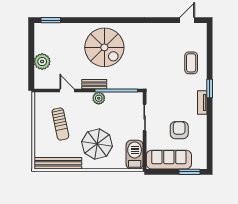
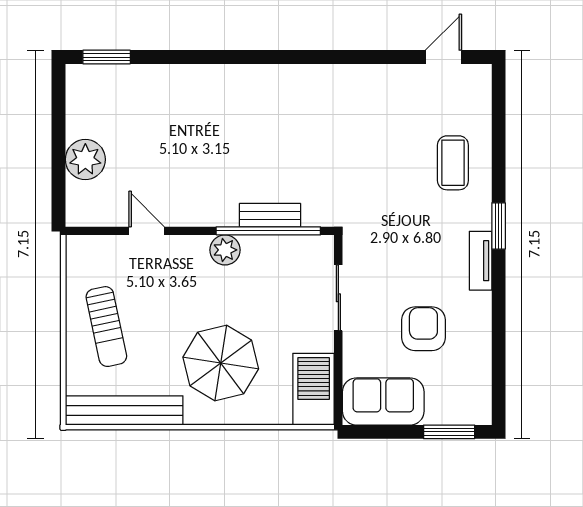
spiral stairs: (104, 47) -> (239, 125), removed
bench: (94, 84) -> (270, 215), moved
sun lounger: (60, 124) -> (106, 327), moved
sofa: (169, 160) -> (383, 401), width x0.73

